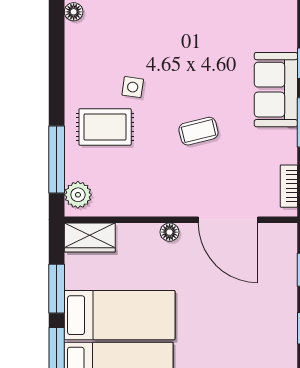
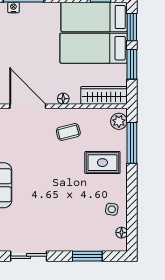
side table: (133, 87) -> (112, 209), moved
coffee table: (198, 131) -> (68, 132), moved
wardrobe: (90, 238) -> (104, 95), width x1.50

